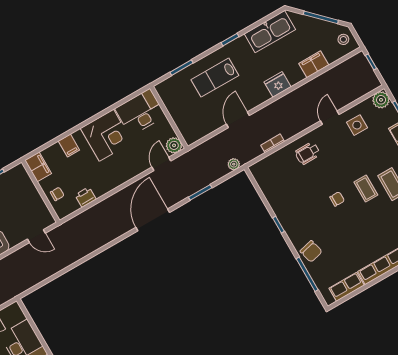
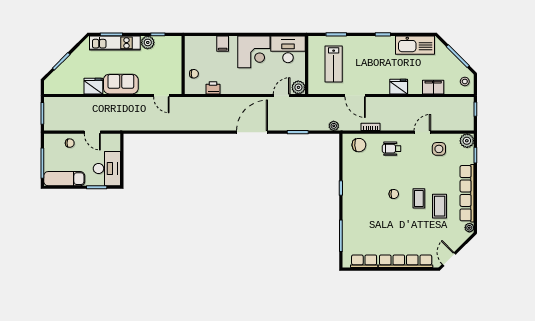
lab bench: (215, 78) -> (334, 64), moved, turned -90
door: (238, 120) -> (355, 96), swing flipped
filing cabinet: (38, 167) -> (191, 46), removed
chair: (311, 251) -> (359, 145), moved, turned -80

